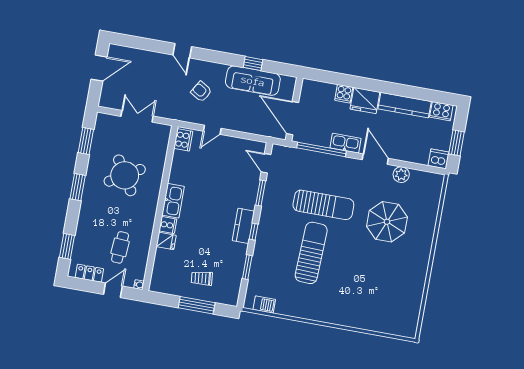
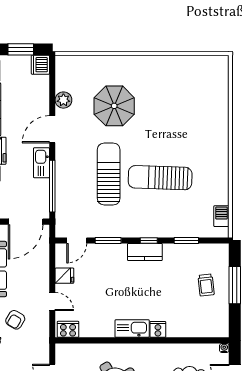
fridge: (166, 241) -> (64, 276), moved, turned 90

